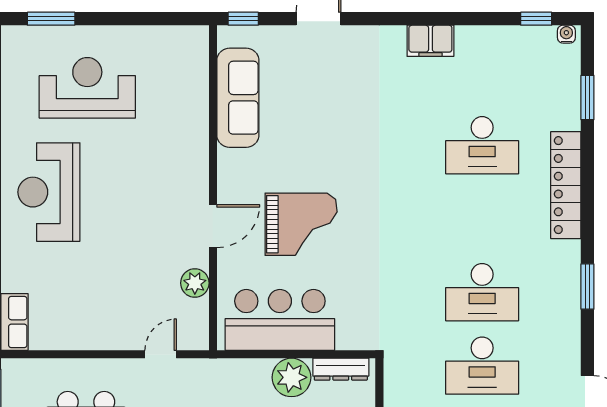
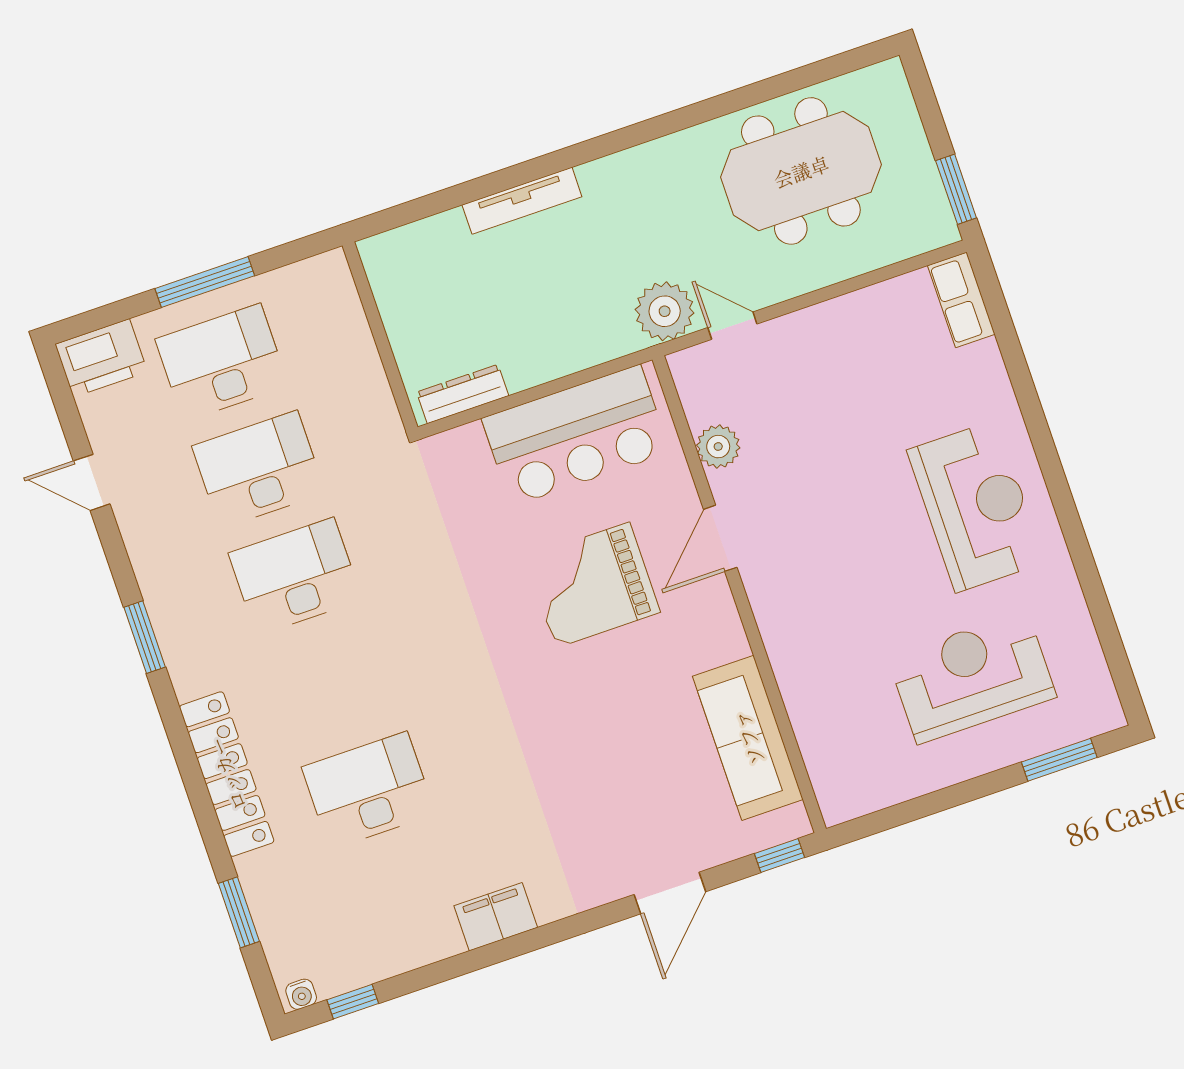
reception desk: (87, 88) -> (972, 677), turned 180
door: (161, 354) -> (732, 326), swing flipped
plant: (291, 377) -> (665, 311), moved

